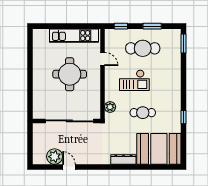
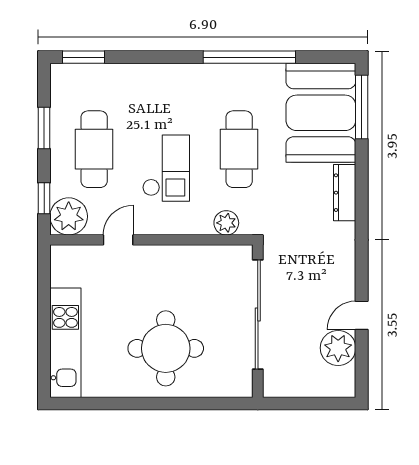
kitchen unit: (74, 36) -> (65, 343), moved
plant: (113, 37) -> (69, 216), added
round table: (70, 74) -> (166, 348), moved
cafe table: (143, 113) -> (239, 149), width x1.37, depth x1.35
window: (184, 117) -> (249, 57), width x3.17
window: (161, 167) -> (362, 107), added

